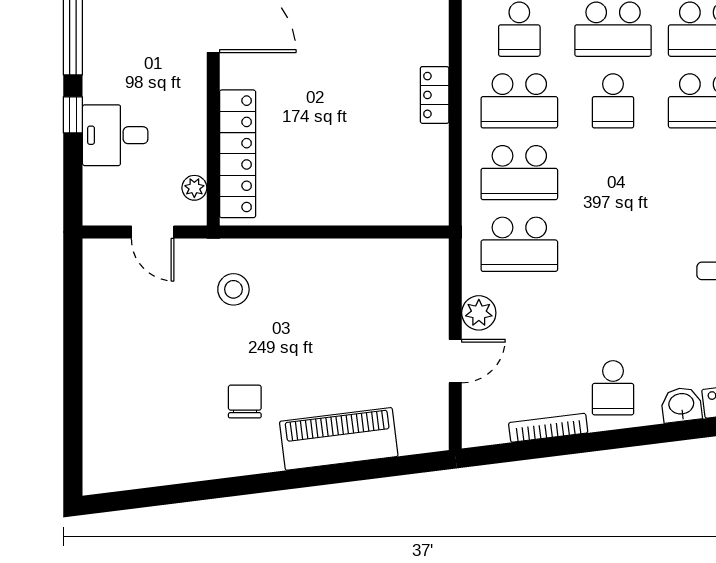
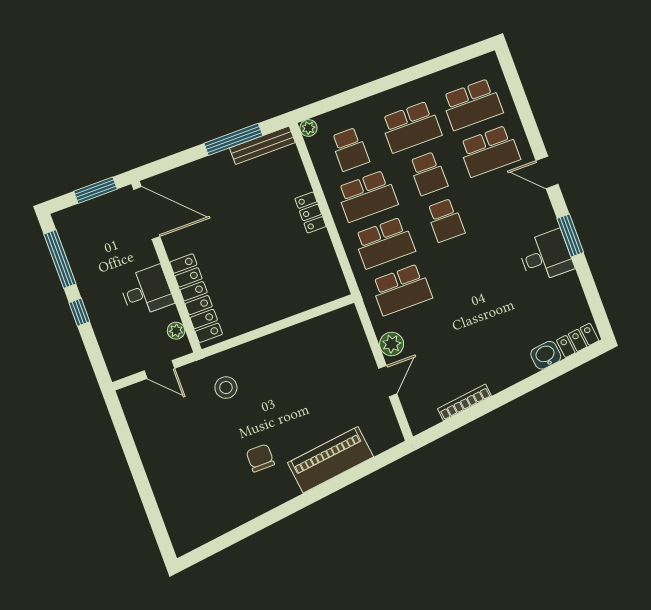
desk: (115, 135) -> (146, 291), moved, turned 180
school desk: (613, 388) -> (445, 220), moved

